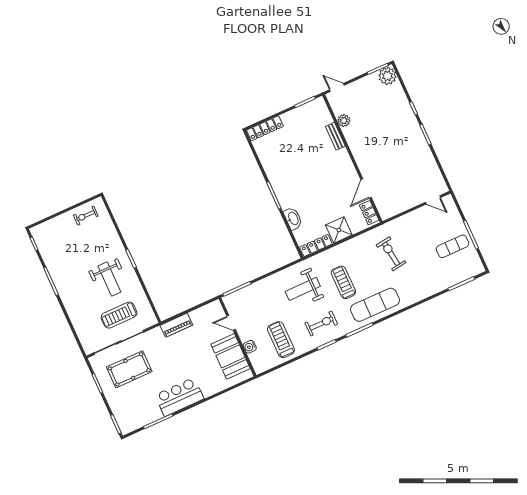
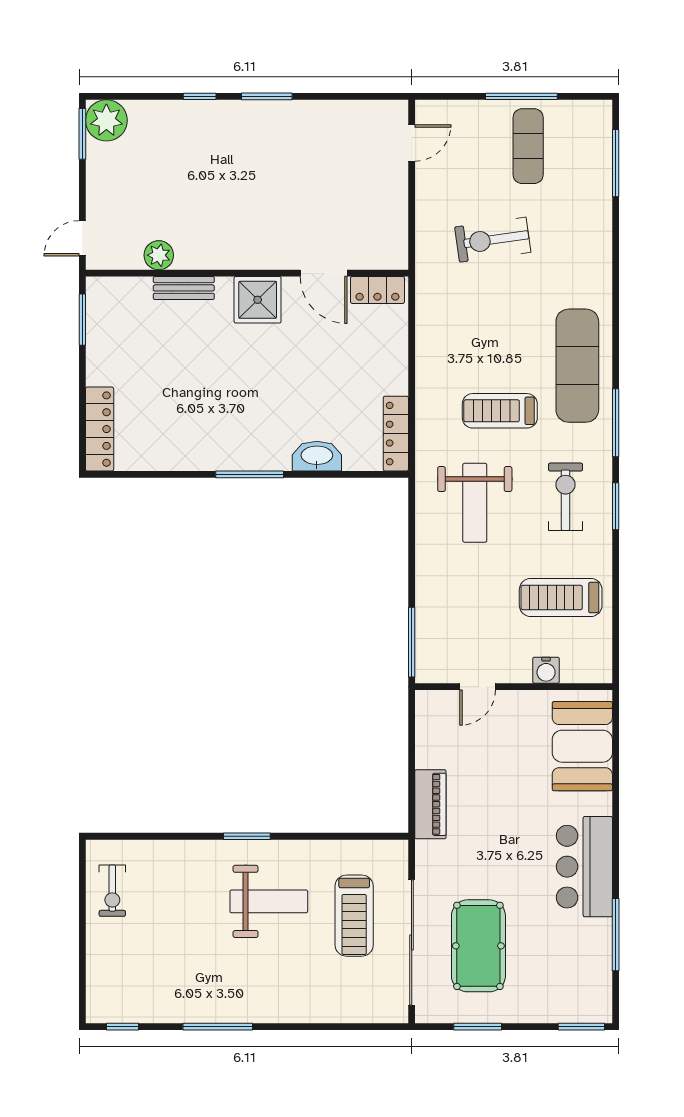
shower: (339, 230) -> (258, 300), moved
exercise bike: (391, 254) -> (493, 240), moved
booth: (231, 356) -> (582, 746), moved, turned 90

